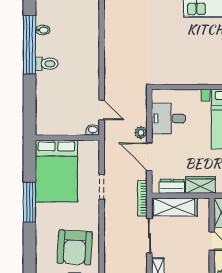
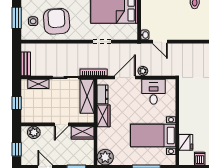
door: (102, 110) -> (160, 42), hinge flipped
armchair: (75, 247) -> (57, 21), turned 83

